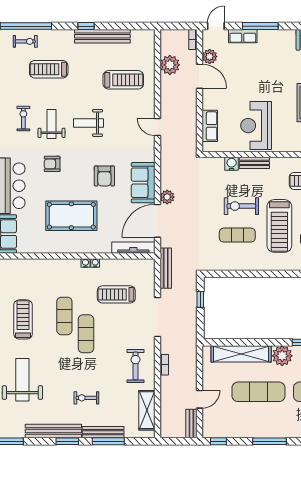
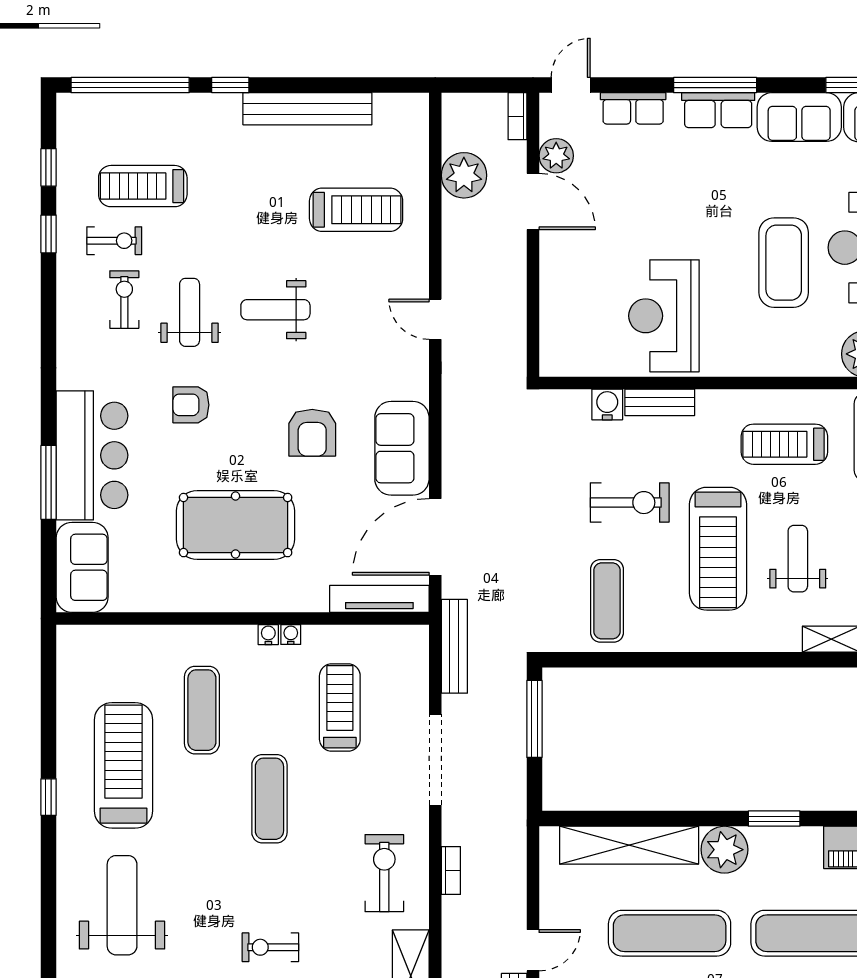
window: (86, 26) -> (230, 85), moved
window: (260, 26) -> (715, 85), moved
exercise bike: (25, 41) -> (114, 241), moved
treadmill: (49, 69) -> (143, 186), moved
row of seats: (210, 126) -> (718, 110), moved, turned 90
plant: (167, 197) -> (458, 482), removed
exercise bike: (241, 206) -> (630, 503), turned 180
exercise mat: (237, 235) -> (607, 601), moved, turned 90
treadmill: (116, 294) -> (340, 708), turned 90
window: (200, 299) -> (534, 719), width x2.17
exercise mat: (64, 316) -> (202, 710), moved
treadmill: (23, 319) -> (123, 765), width x1.37, depth x1.38

